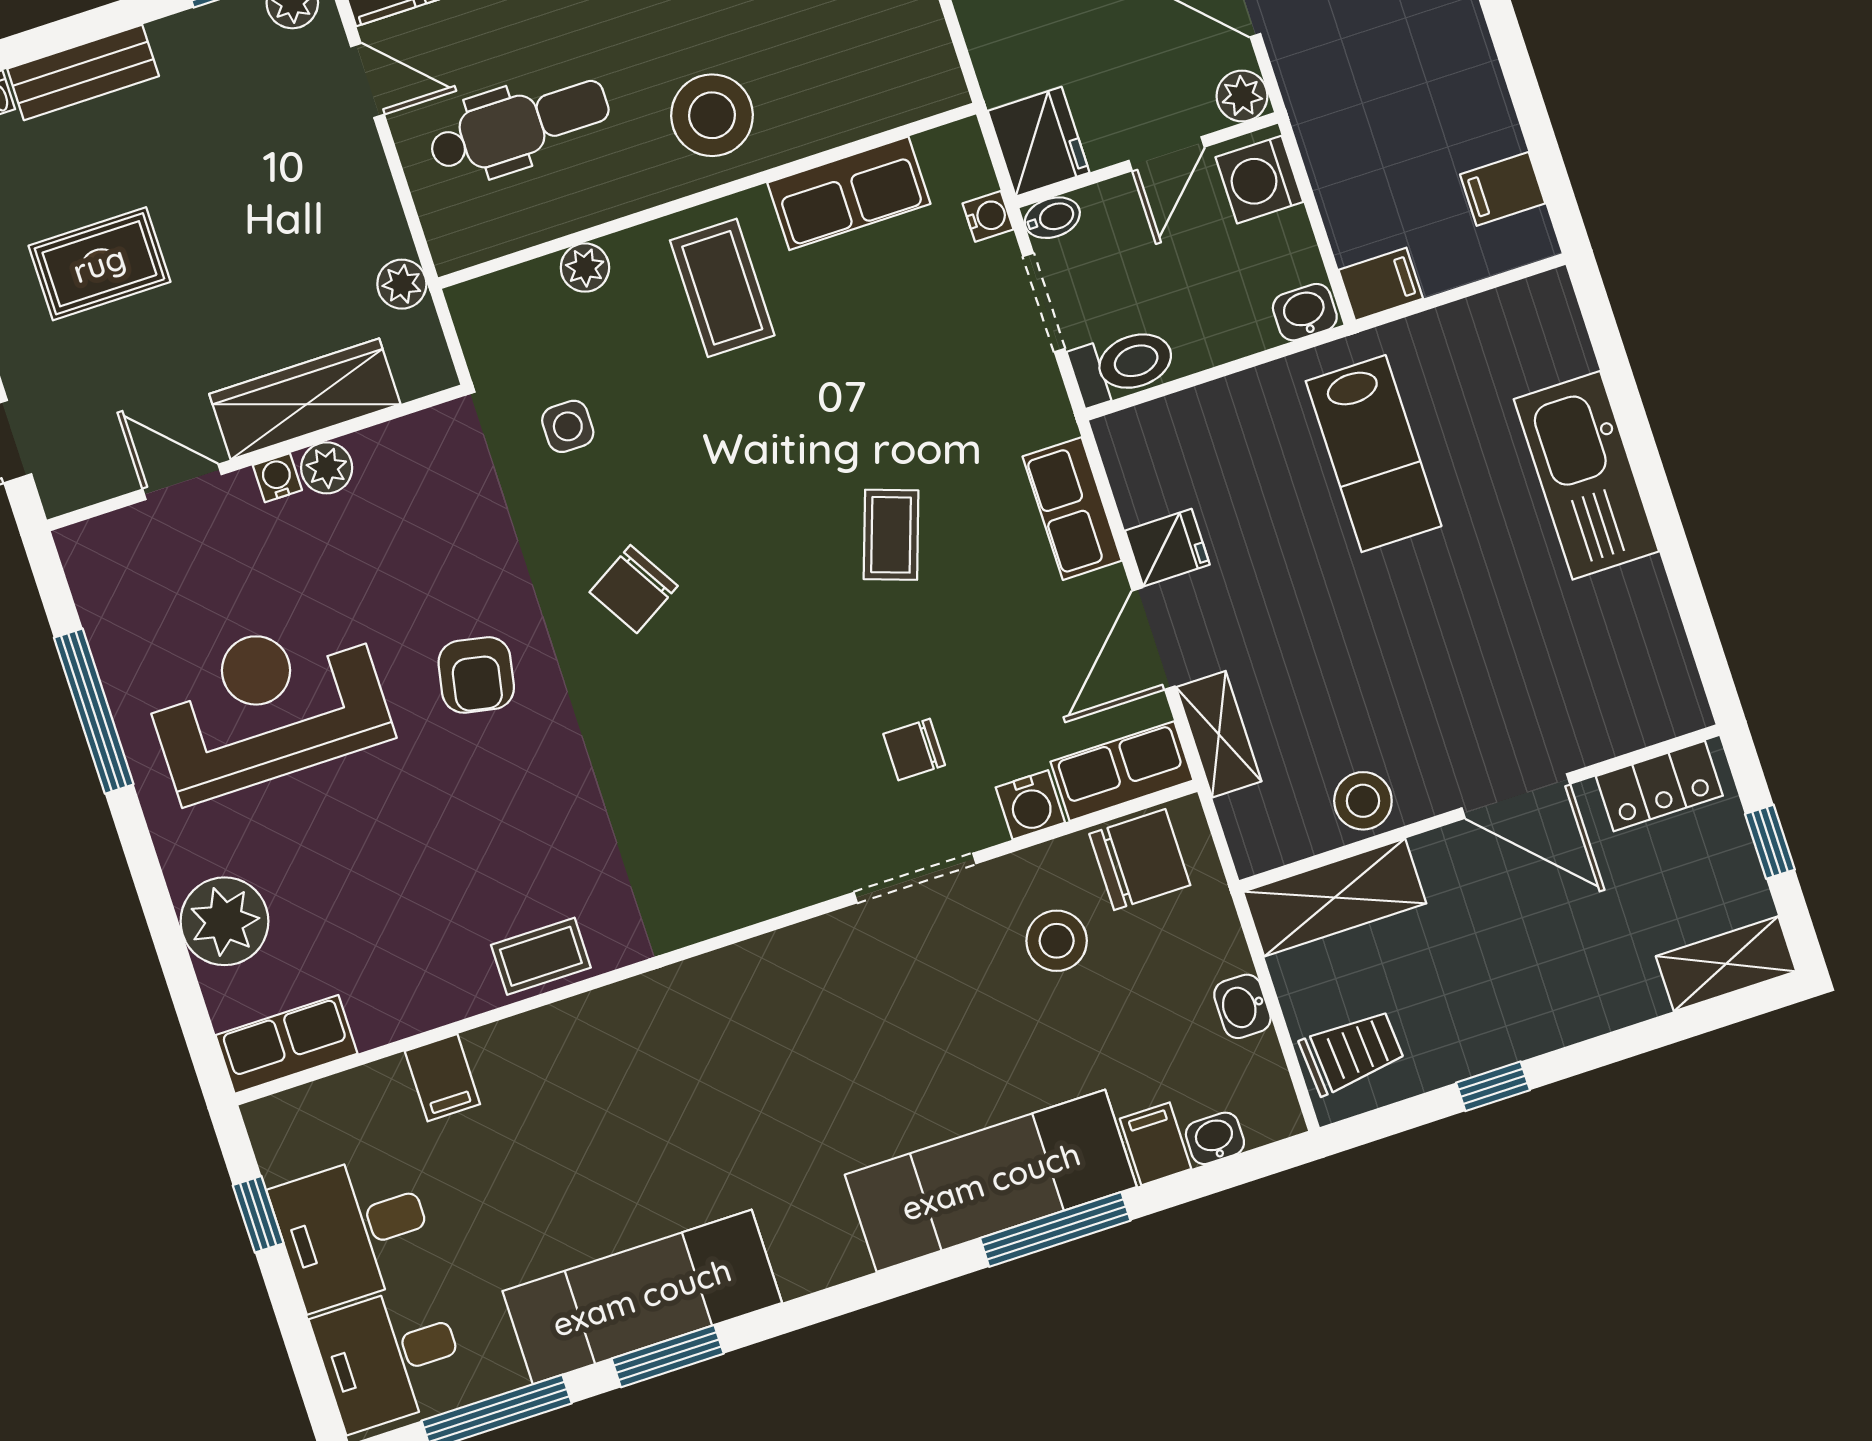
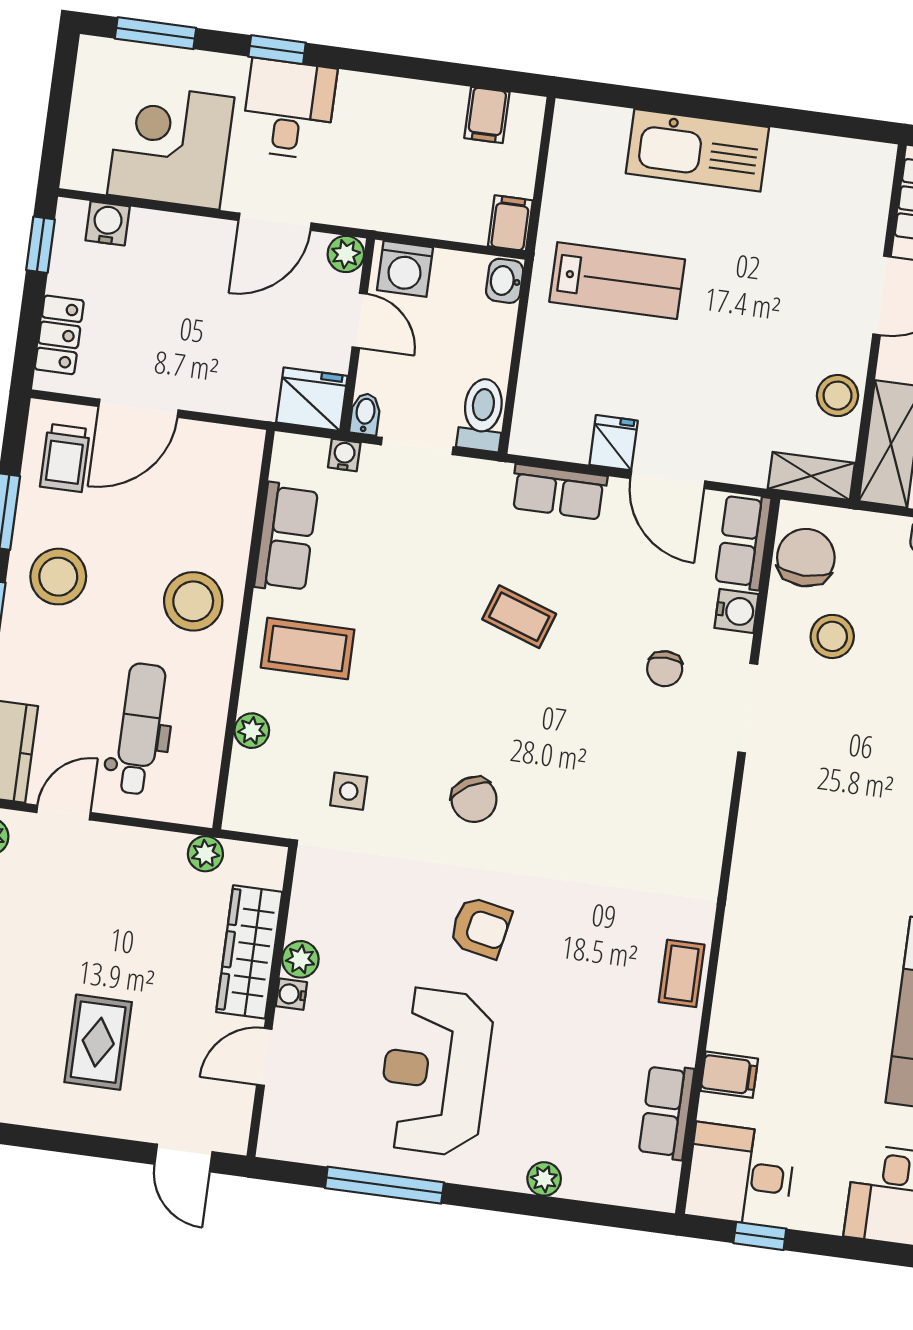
shelving: (1219, 734) -> (811, 476), moved
plant: (224, 921) -> (544, 1179), width x0.53, depth x0.53
row of seats: (287, 1044) -> (666, 1112), moved
desk: (354, 1230) -> (740, 1175), moved, turned 90

